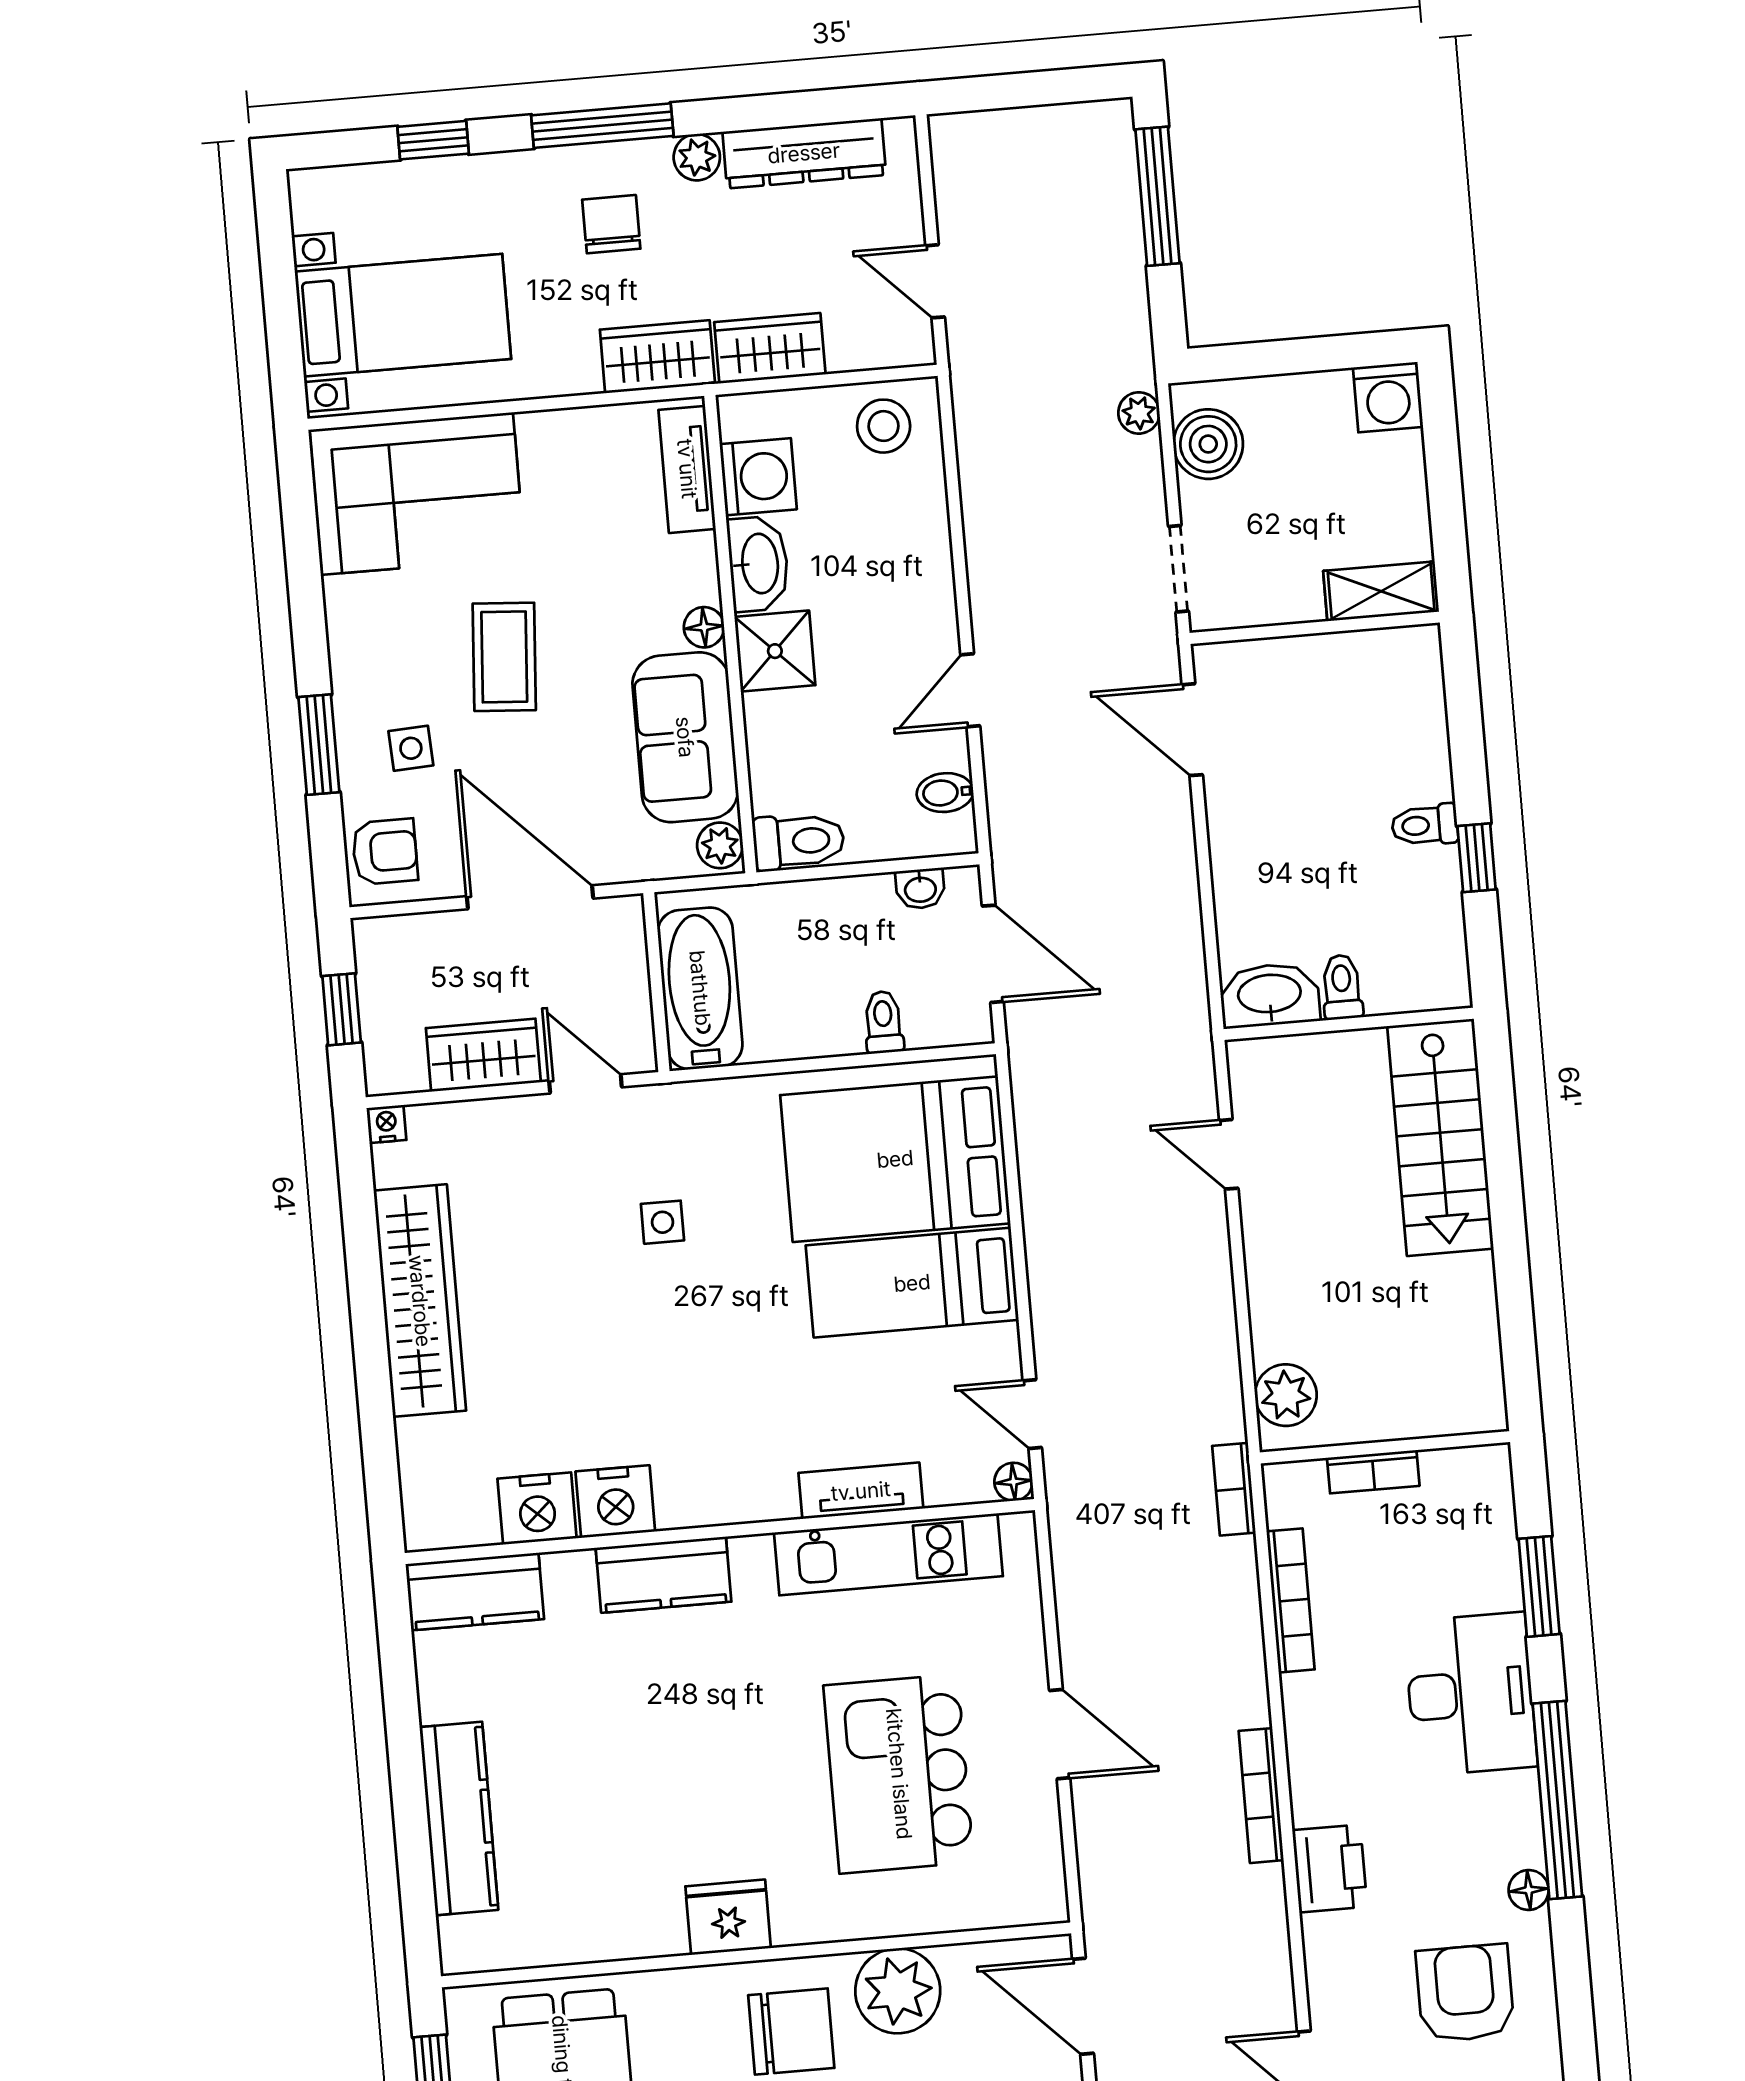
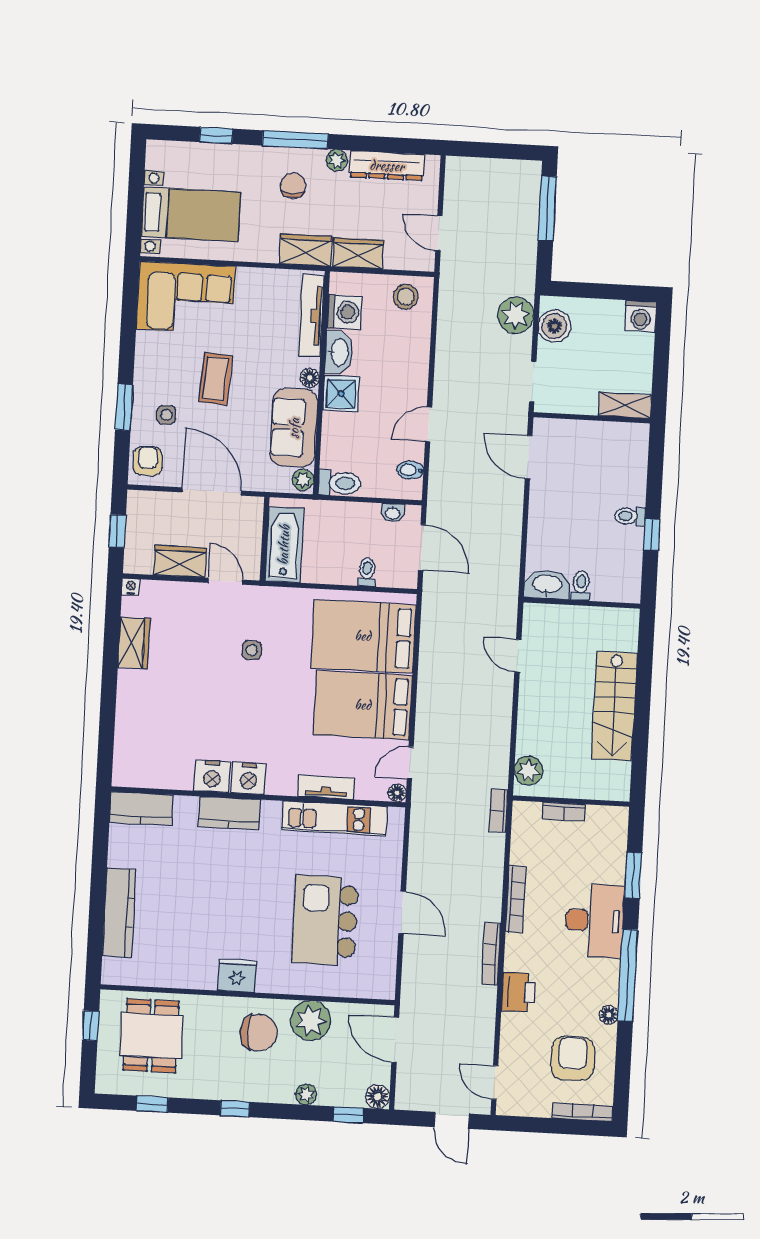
plant: (1139, 413) -> (516, 315), width x1.88, depth x1.88
tv unit: (687, 469) -> (311, 316), width x1.41
armchair: (385, 852) -> (148, 461), turned -90
stairs: (1440, 1137) -> (614, 706), moved
bed: (912, 1283) -> (363, 705), width x1.50
wardrobe: (420, 1301) -> (134, 643), width x0.48, depth x0.85
door: (1032, 1414) -> (410, 763), hinge flipped
nightstand: (537, 1508) -> (248, 778), moved
bookcase: (1291, 1600) -> (516, 899), moved

